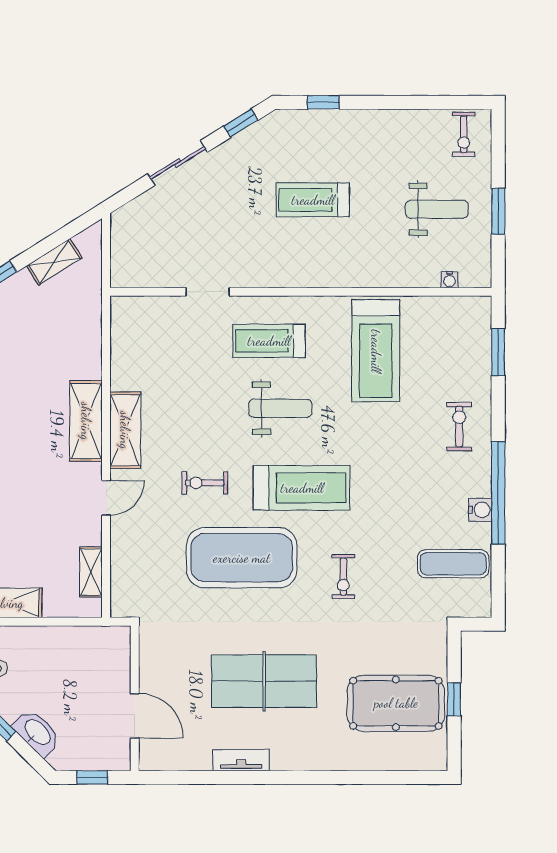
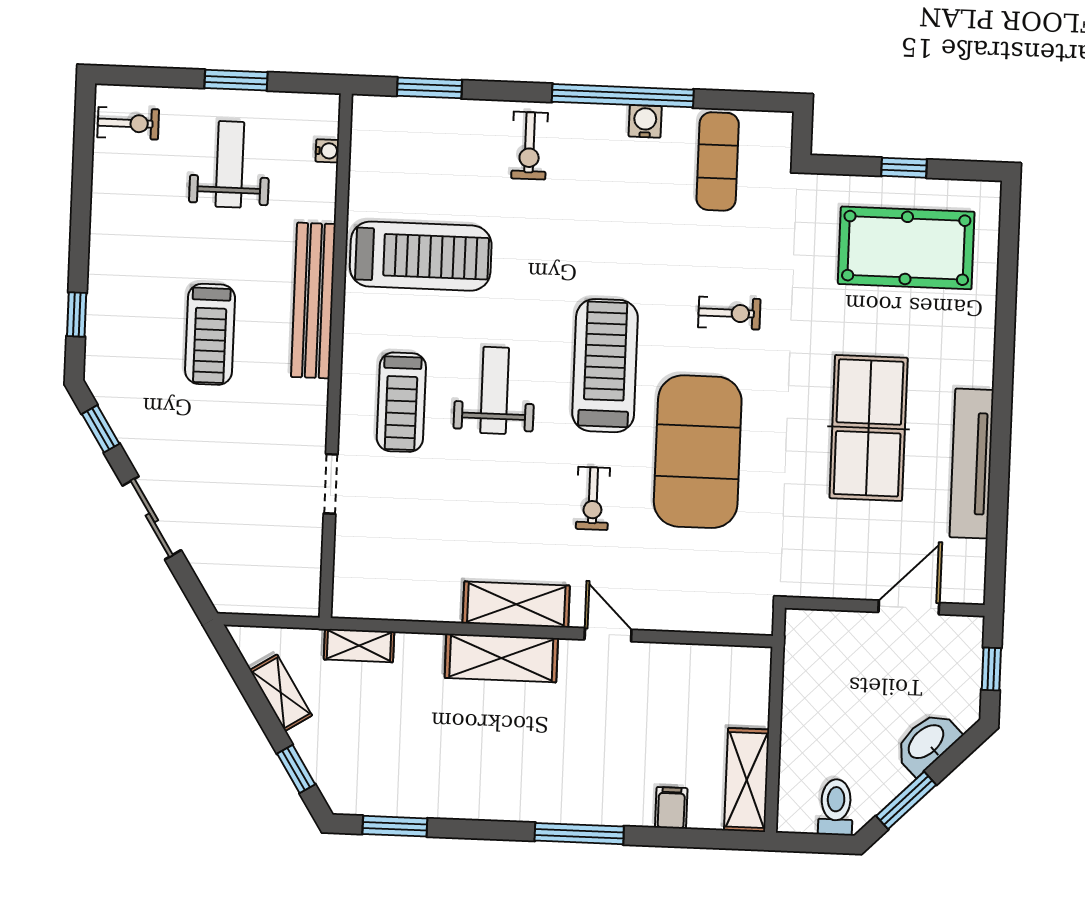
bench: (340, 274) -> (313, 301), added
exercise bike: (459, 427) -> (530, 146), turned -90
shelving: (91, 572) -> (359, 646), moved
pool table: (396, 703) -> (906, 248), turned 90
tv unit: (241, 760) -> (972, 464), width x1.92, depth x1.29

